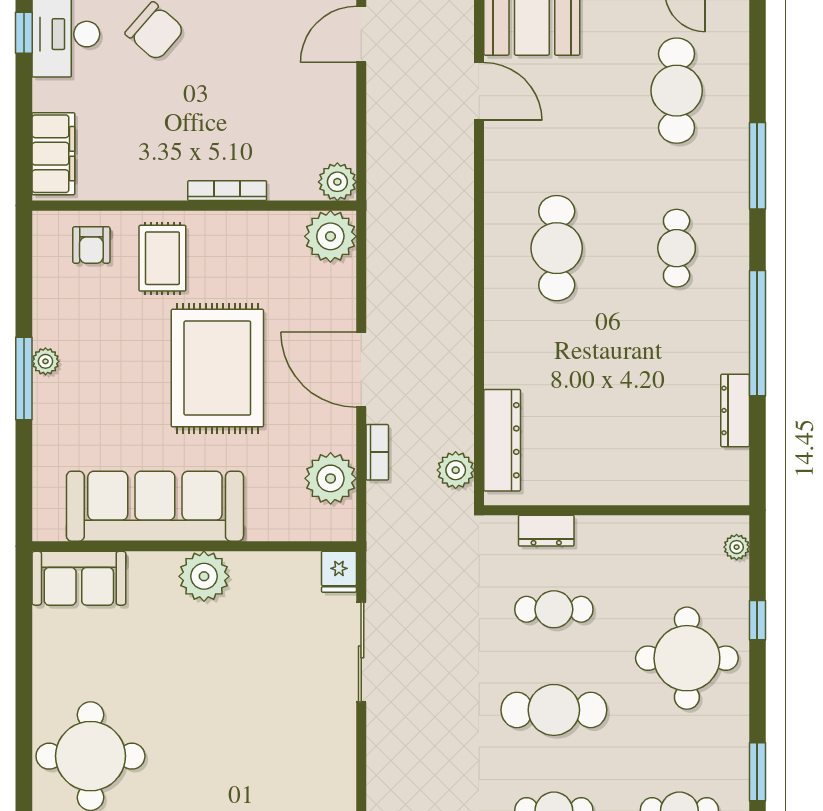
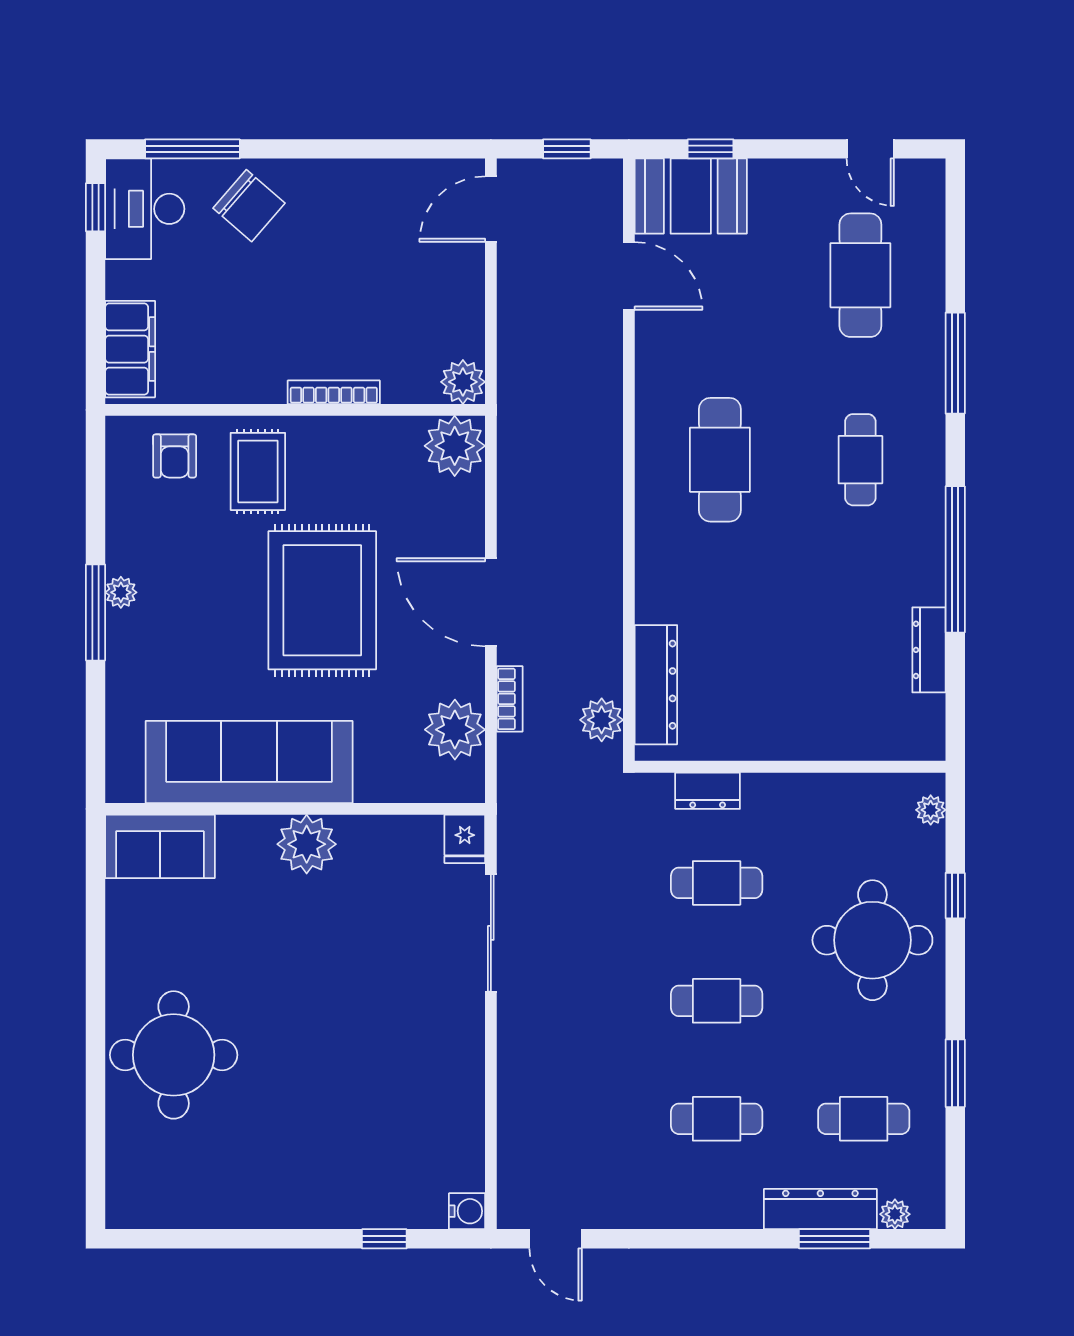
cafe table: (554, 710) -> (717, 1001), width x0.73, depth x0.74

